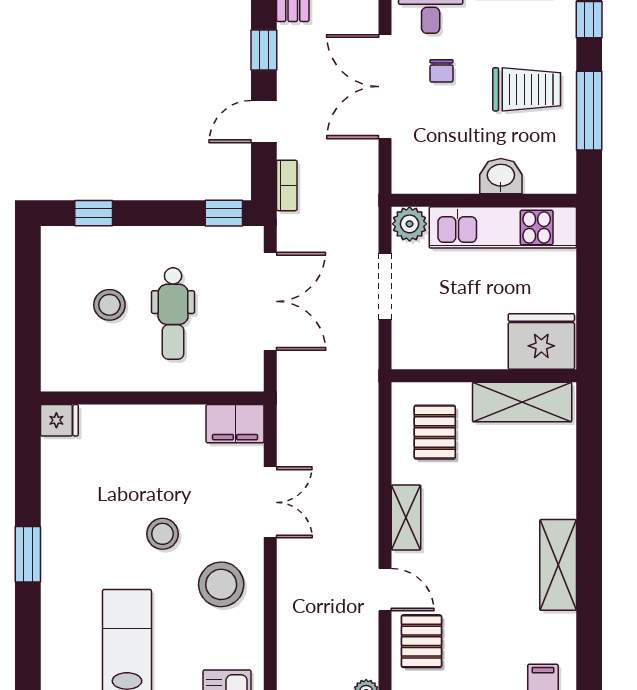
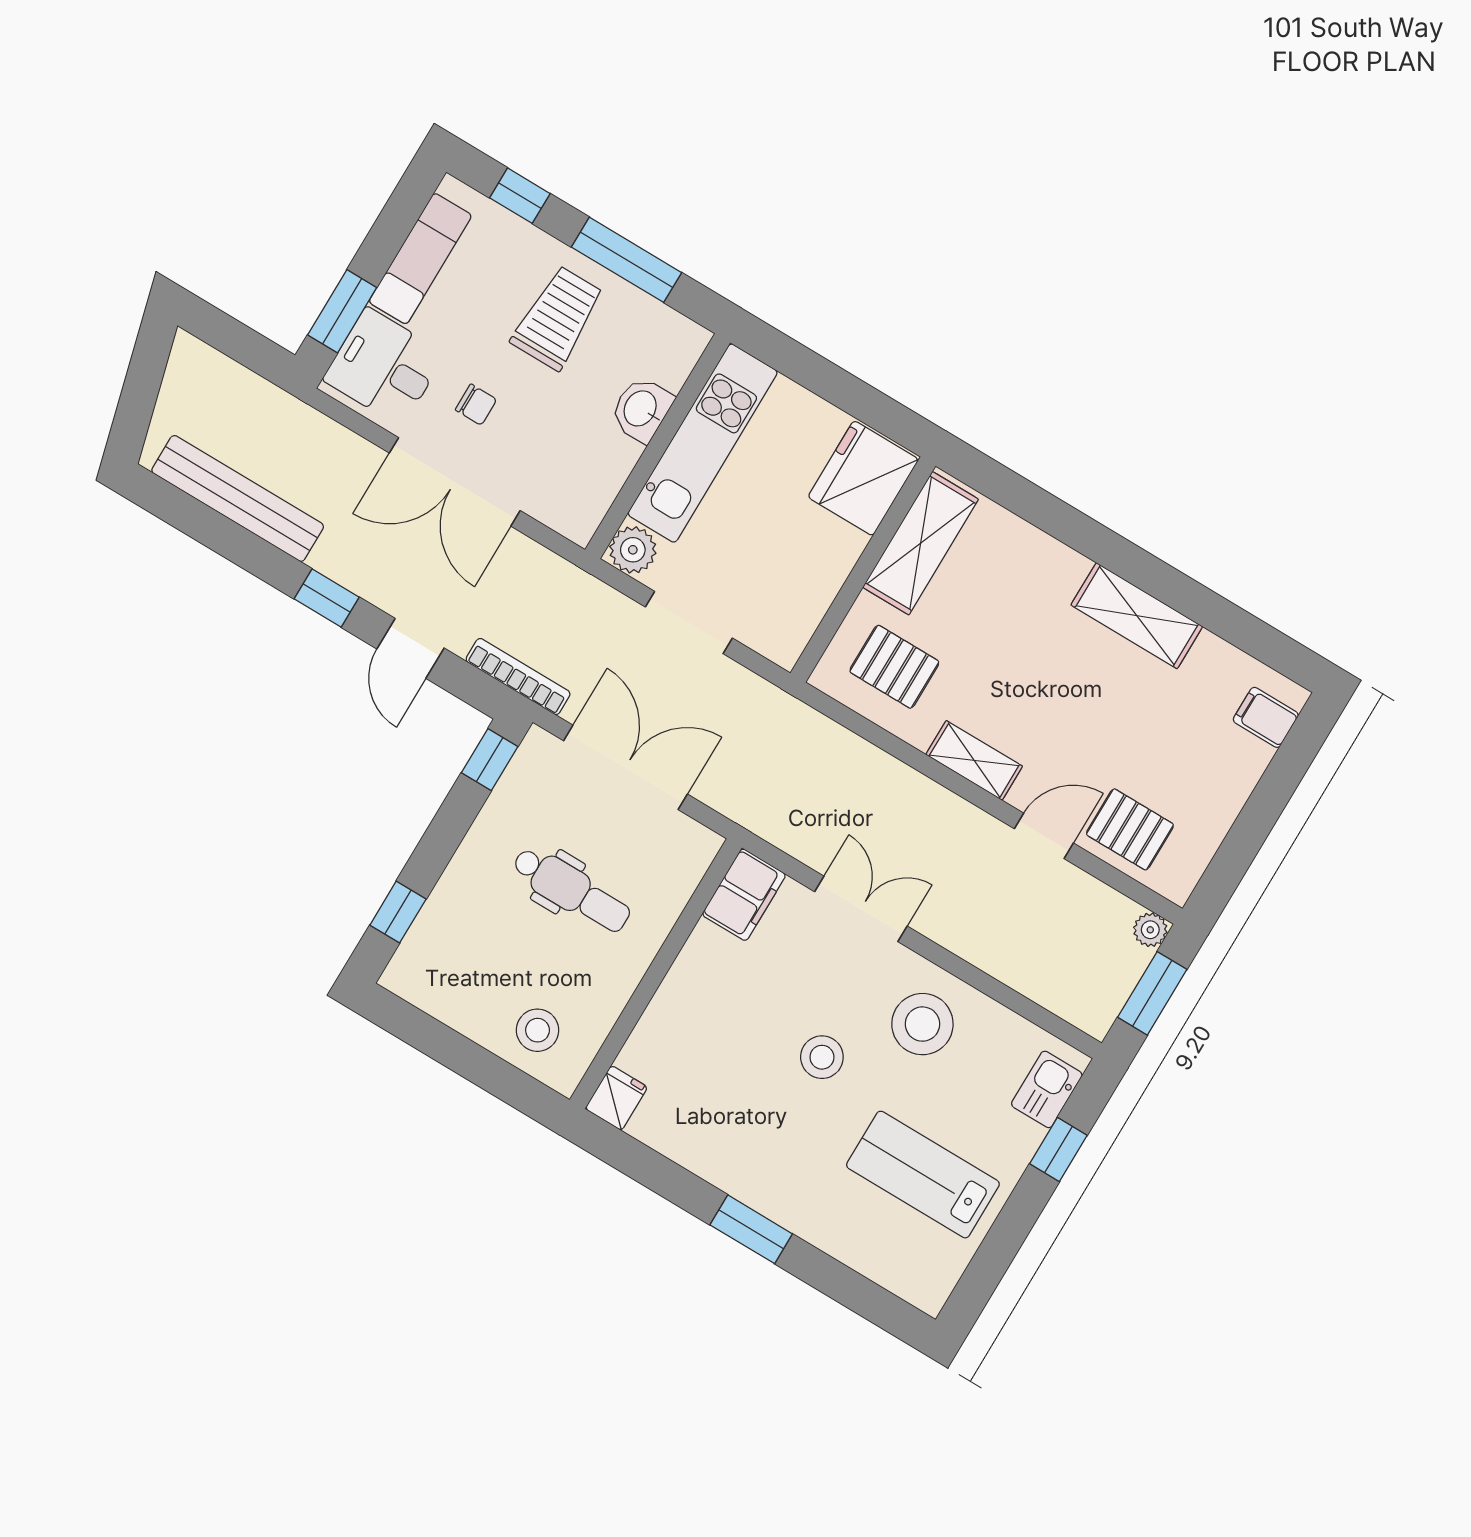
bookcase: (287, 185) -> (518, 677), width x1.56
stool: (109, 305) -> (538, 1030), moved

